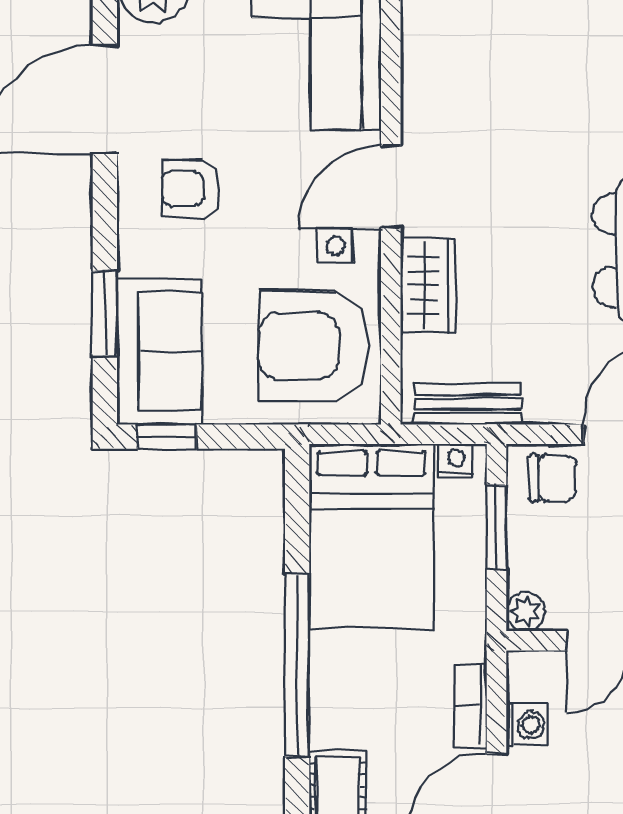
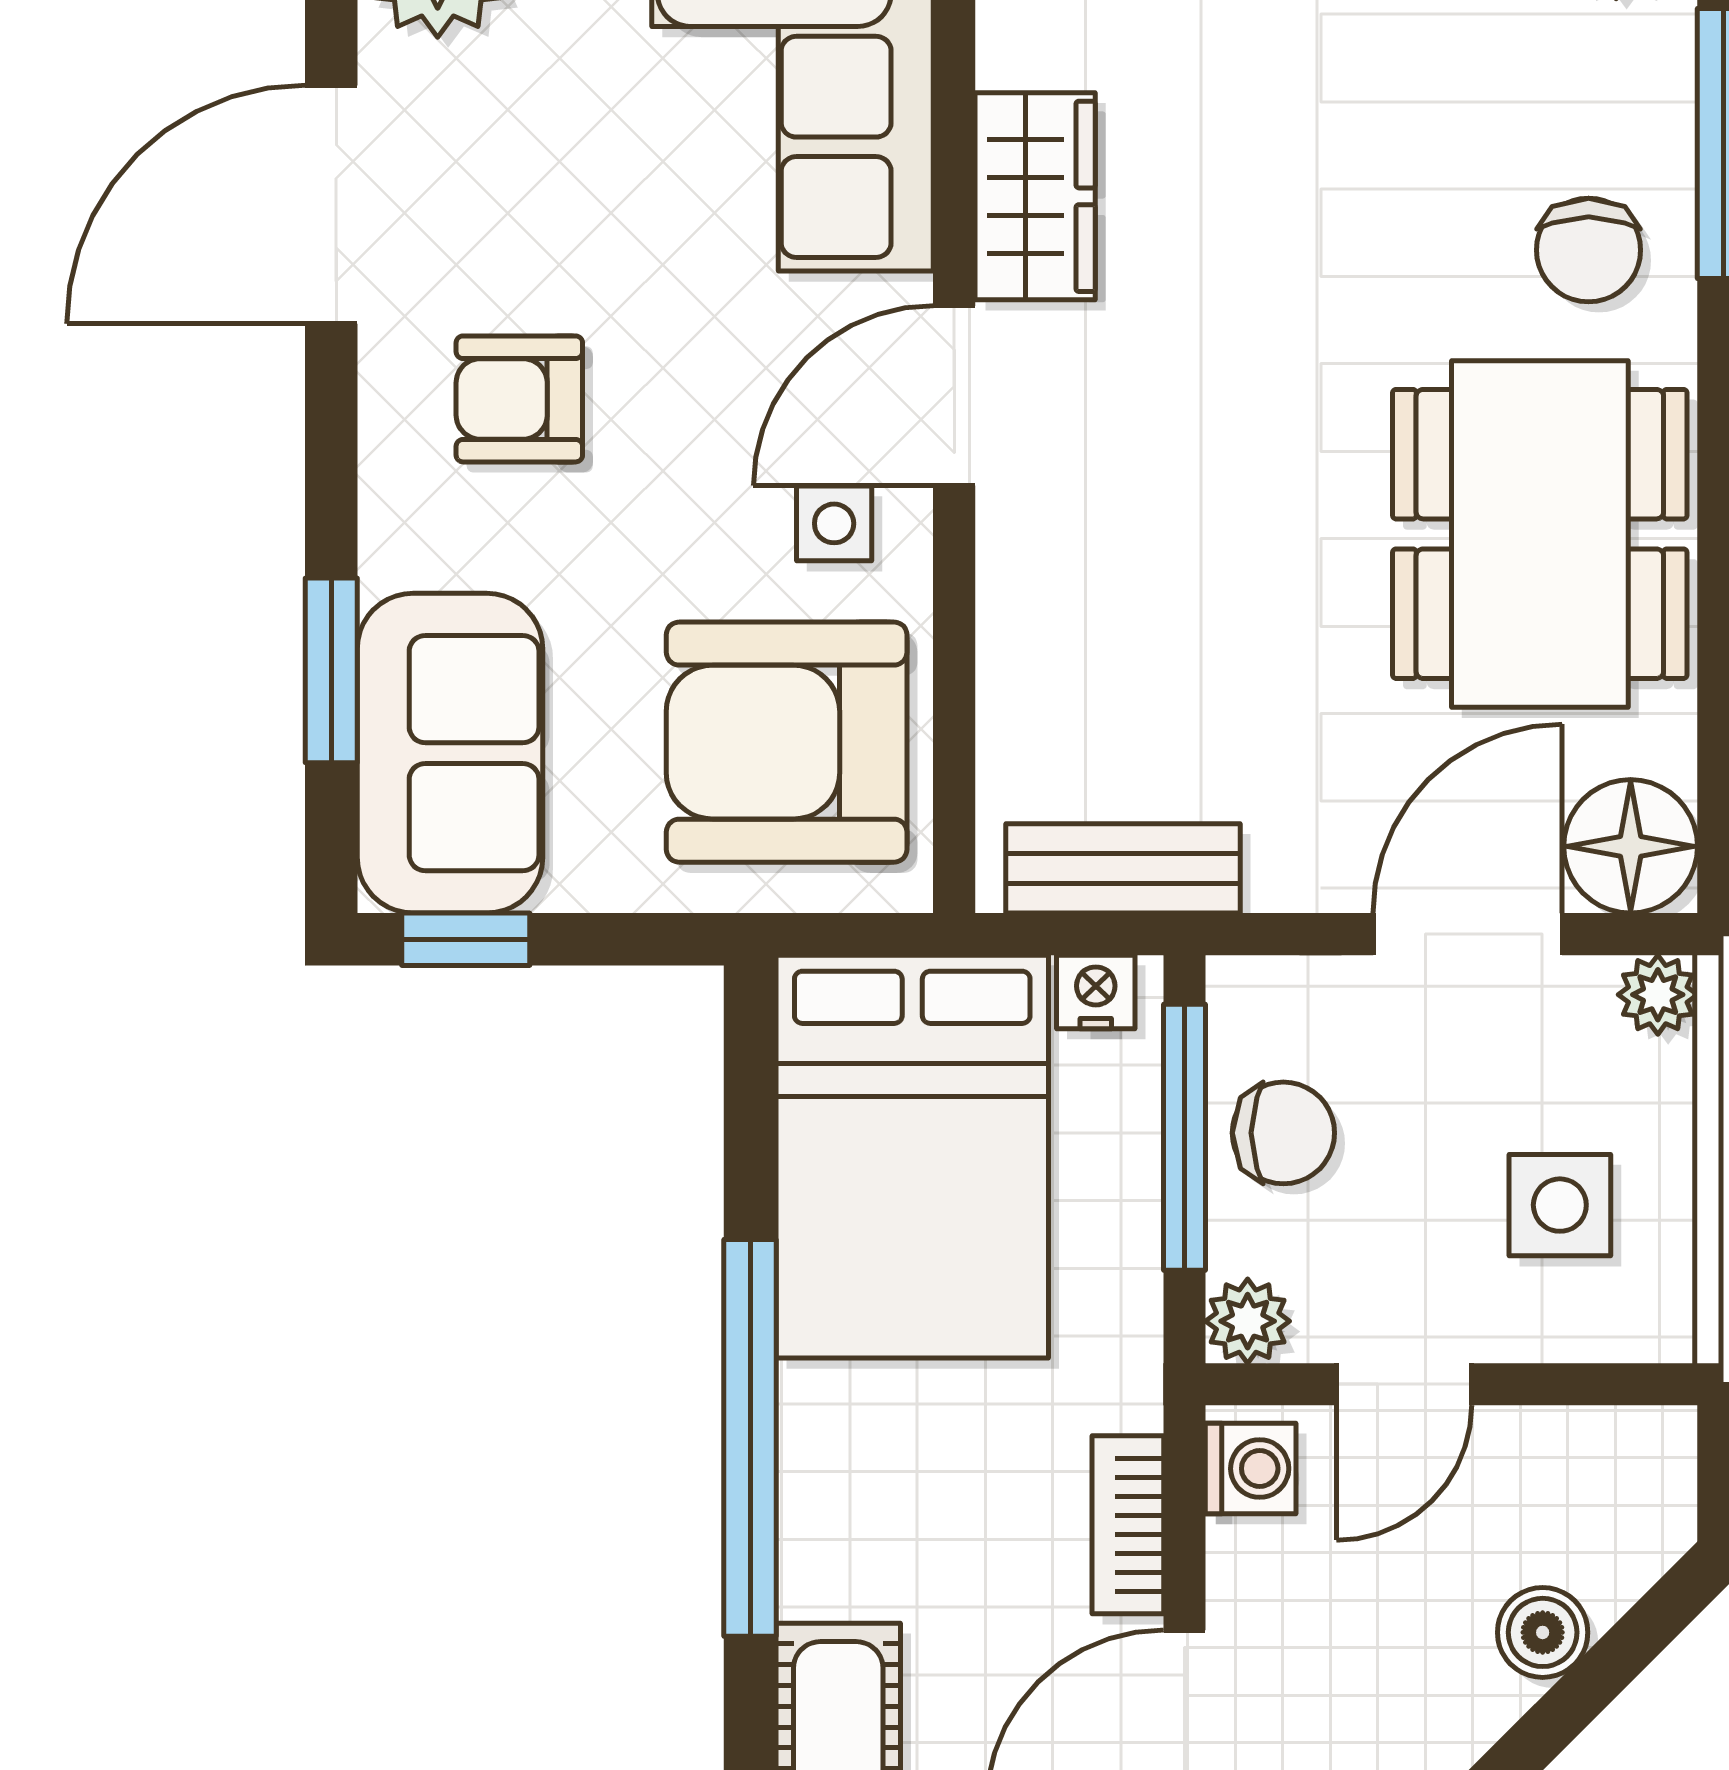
wardrobe: (428, 285) -> (1035, 196), moved
chair: (552, 478) -> (1283, 1133), moved
window: (497, 527) -> (1184, 1137), width x1.44
washing machine: (527, 725) -> (1251, 1469), moved

